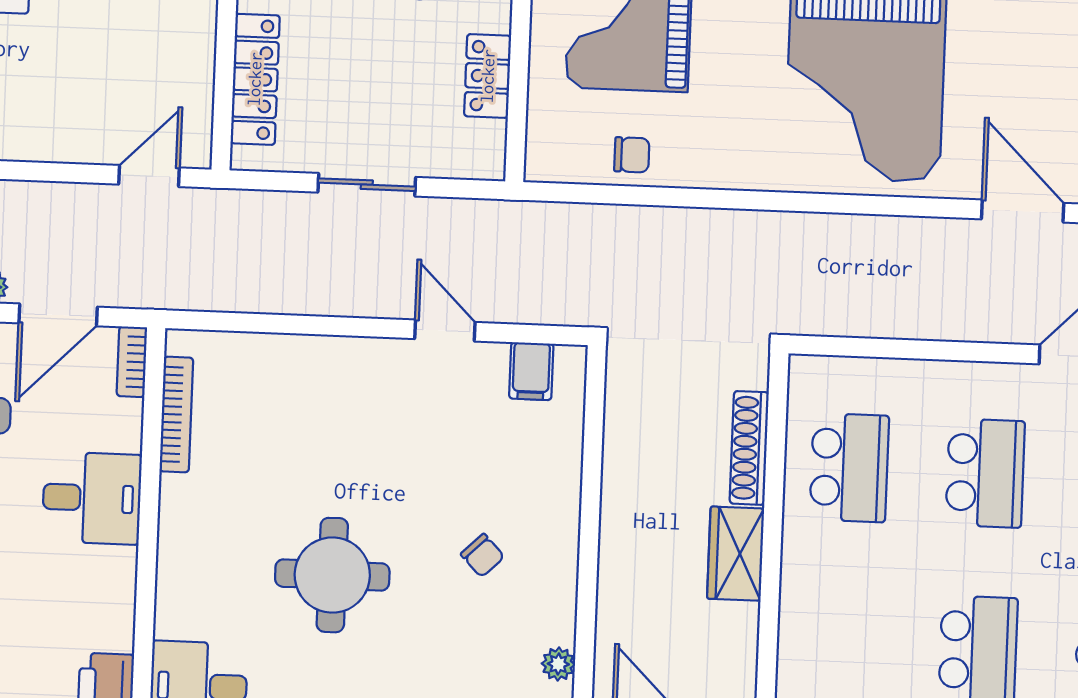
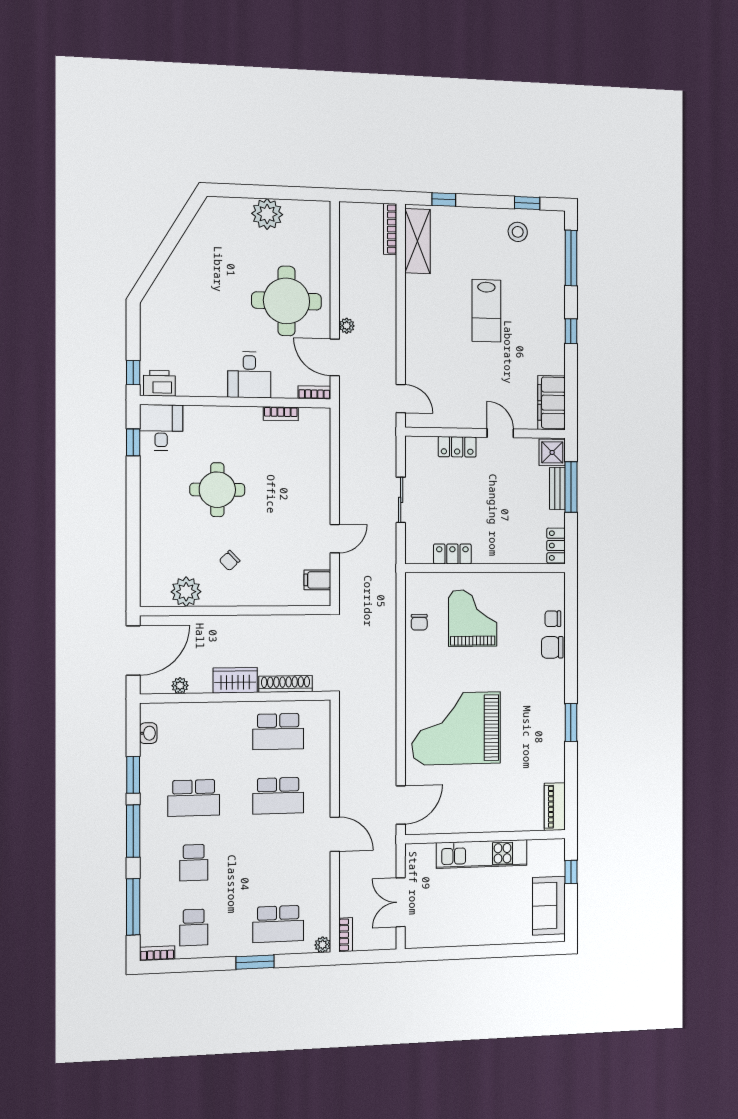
locker: (255, 79) -> (457, 447), width x0.66
bookcase: (176, 414) -> (281, 414), width x0.64
plant: (558, 664) -> (186, 592), width x1.87, depth x1.87
plant: (740, 669) -> (180, 686), added

